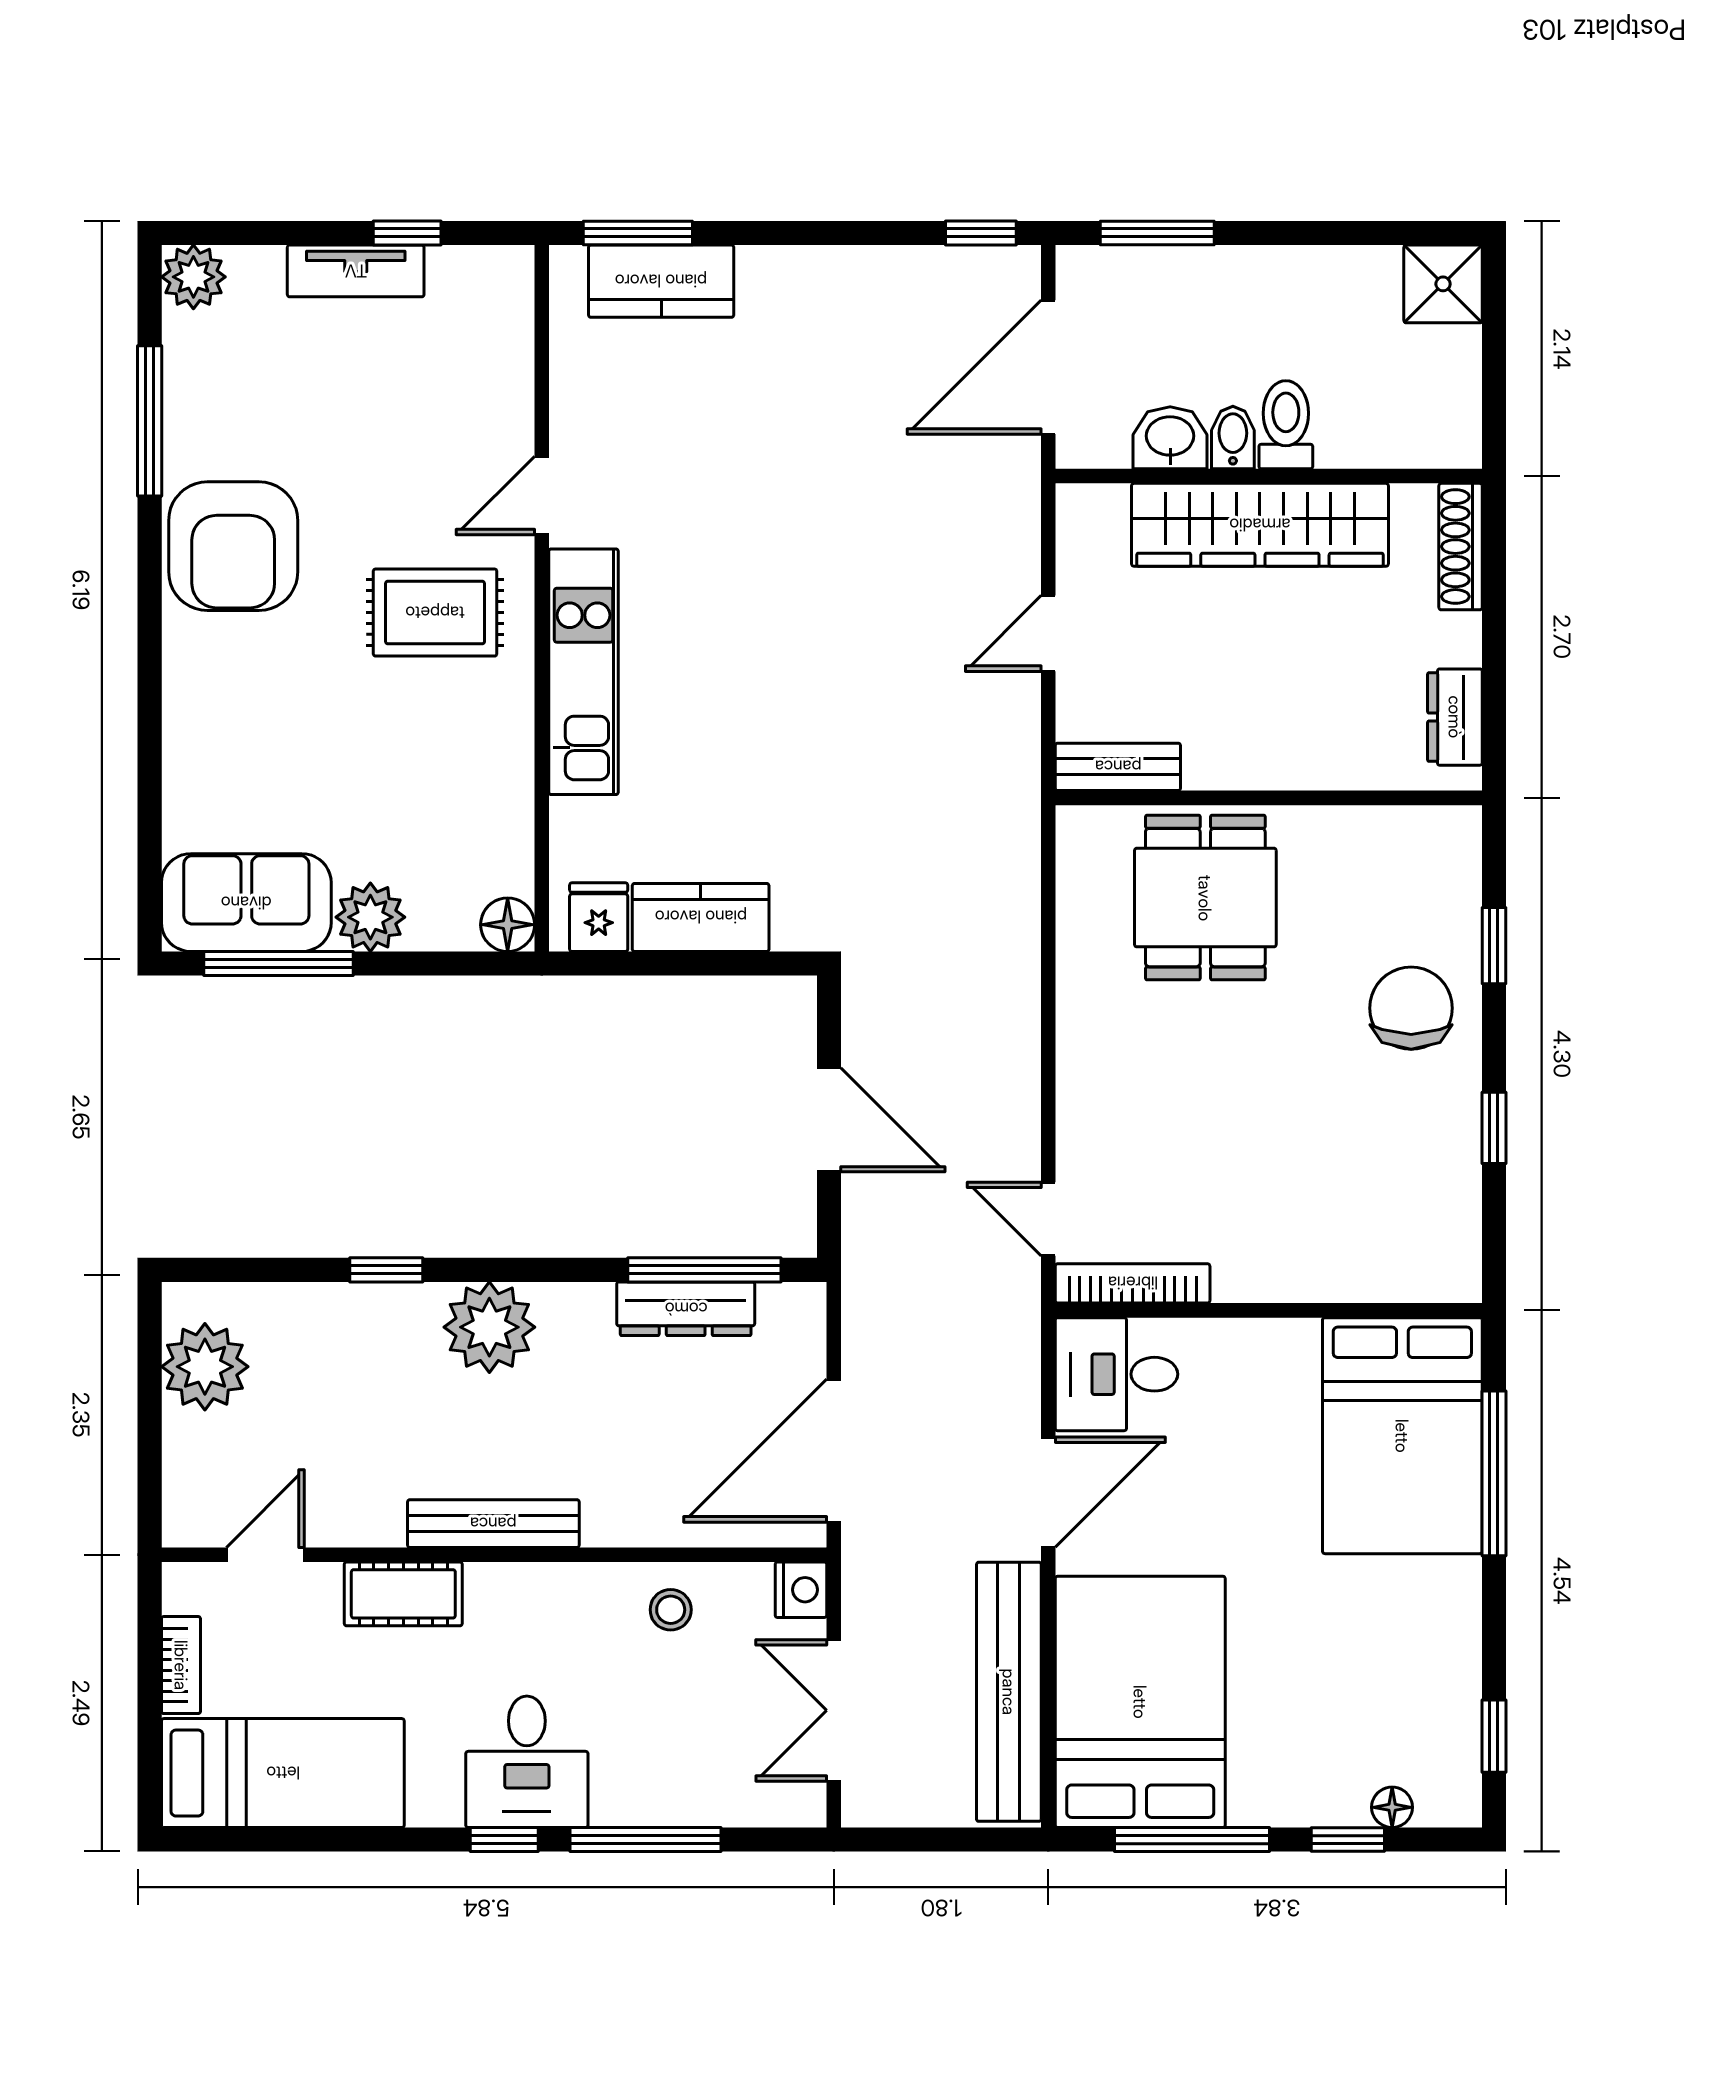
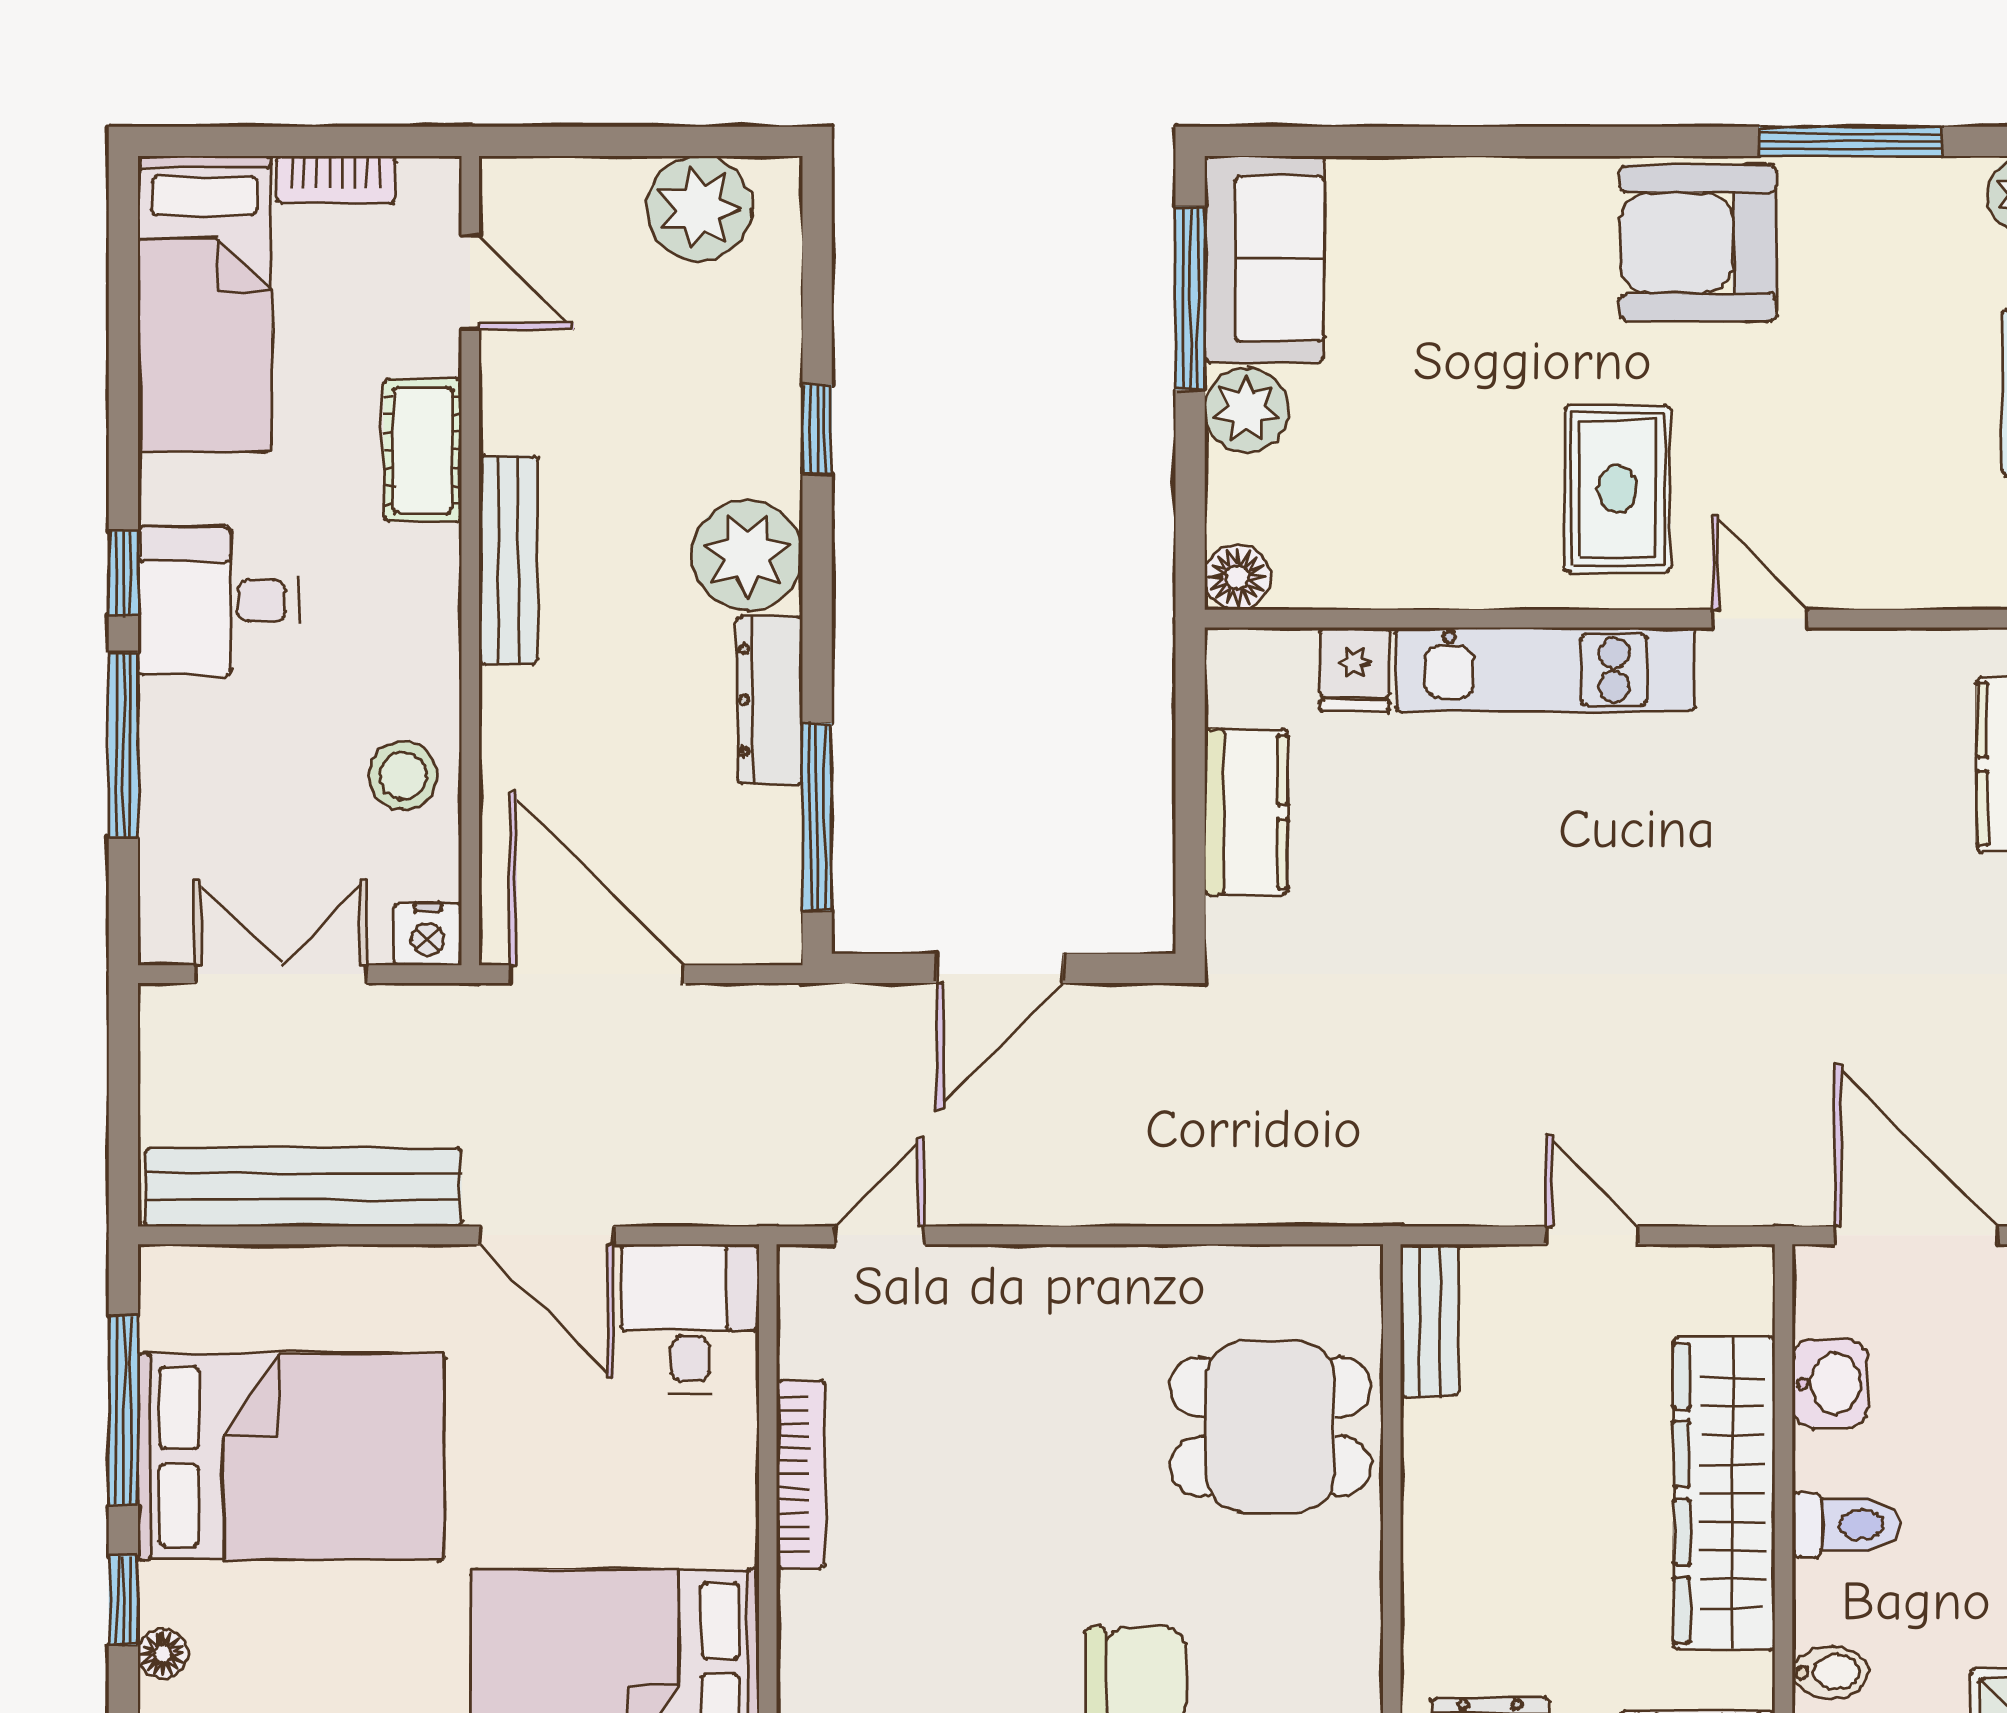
bidet: (1233, 438) -> (1830, 1672), moved
fridge: (599, 917) -> (1355, 669), moved, turned 90
bookcase: (1133, 1283) -> (801, 1474), moved
dresser: (686, 1309) -> (770, 700), moved
stool: (671, 1610) -> (403, 776), width x1.37, depth x1.37
bed: (1140, 1702) -> (291, 1457), moved

